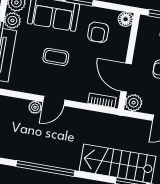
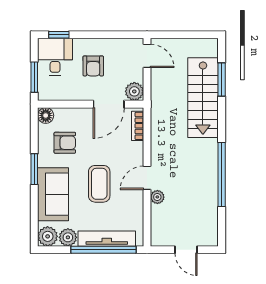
coffee table: (56, 57) -> (99, 184), width x1.36, depth x1.30
door: (54, 101) -> (147, 178), swing flipped

